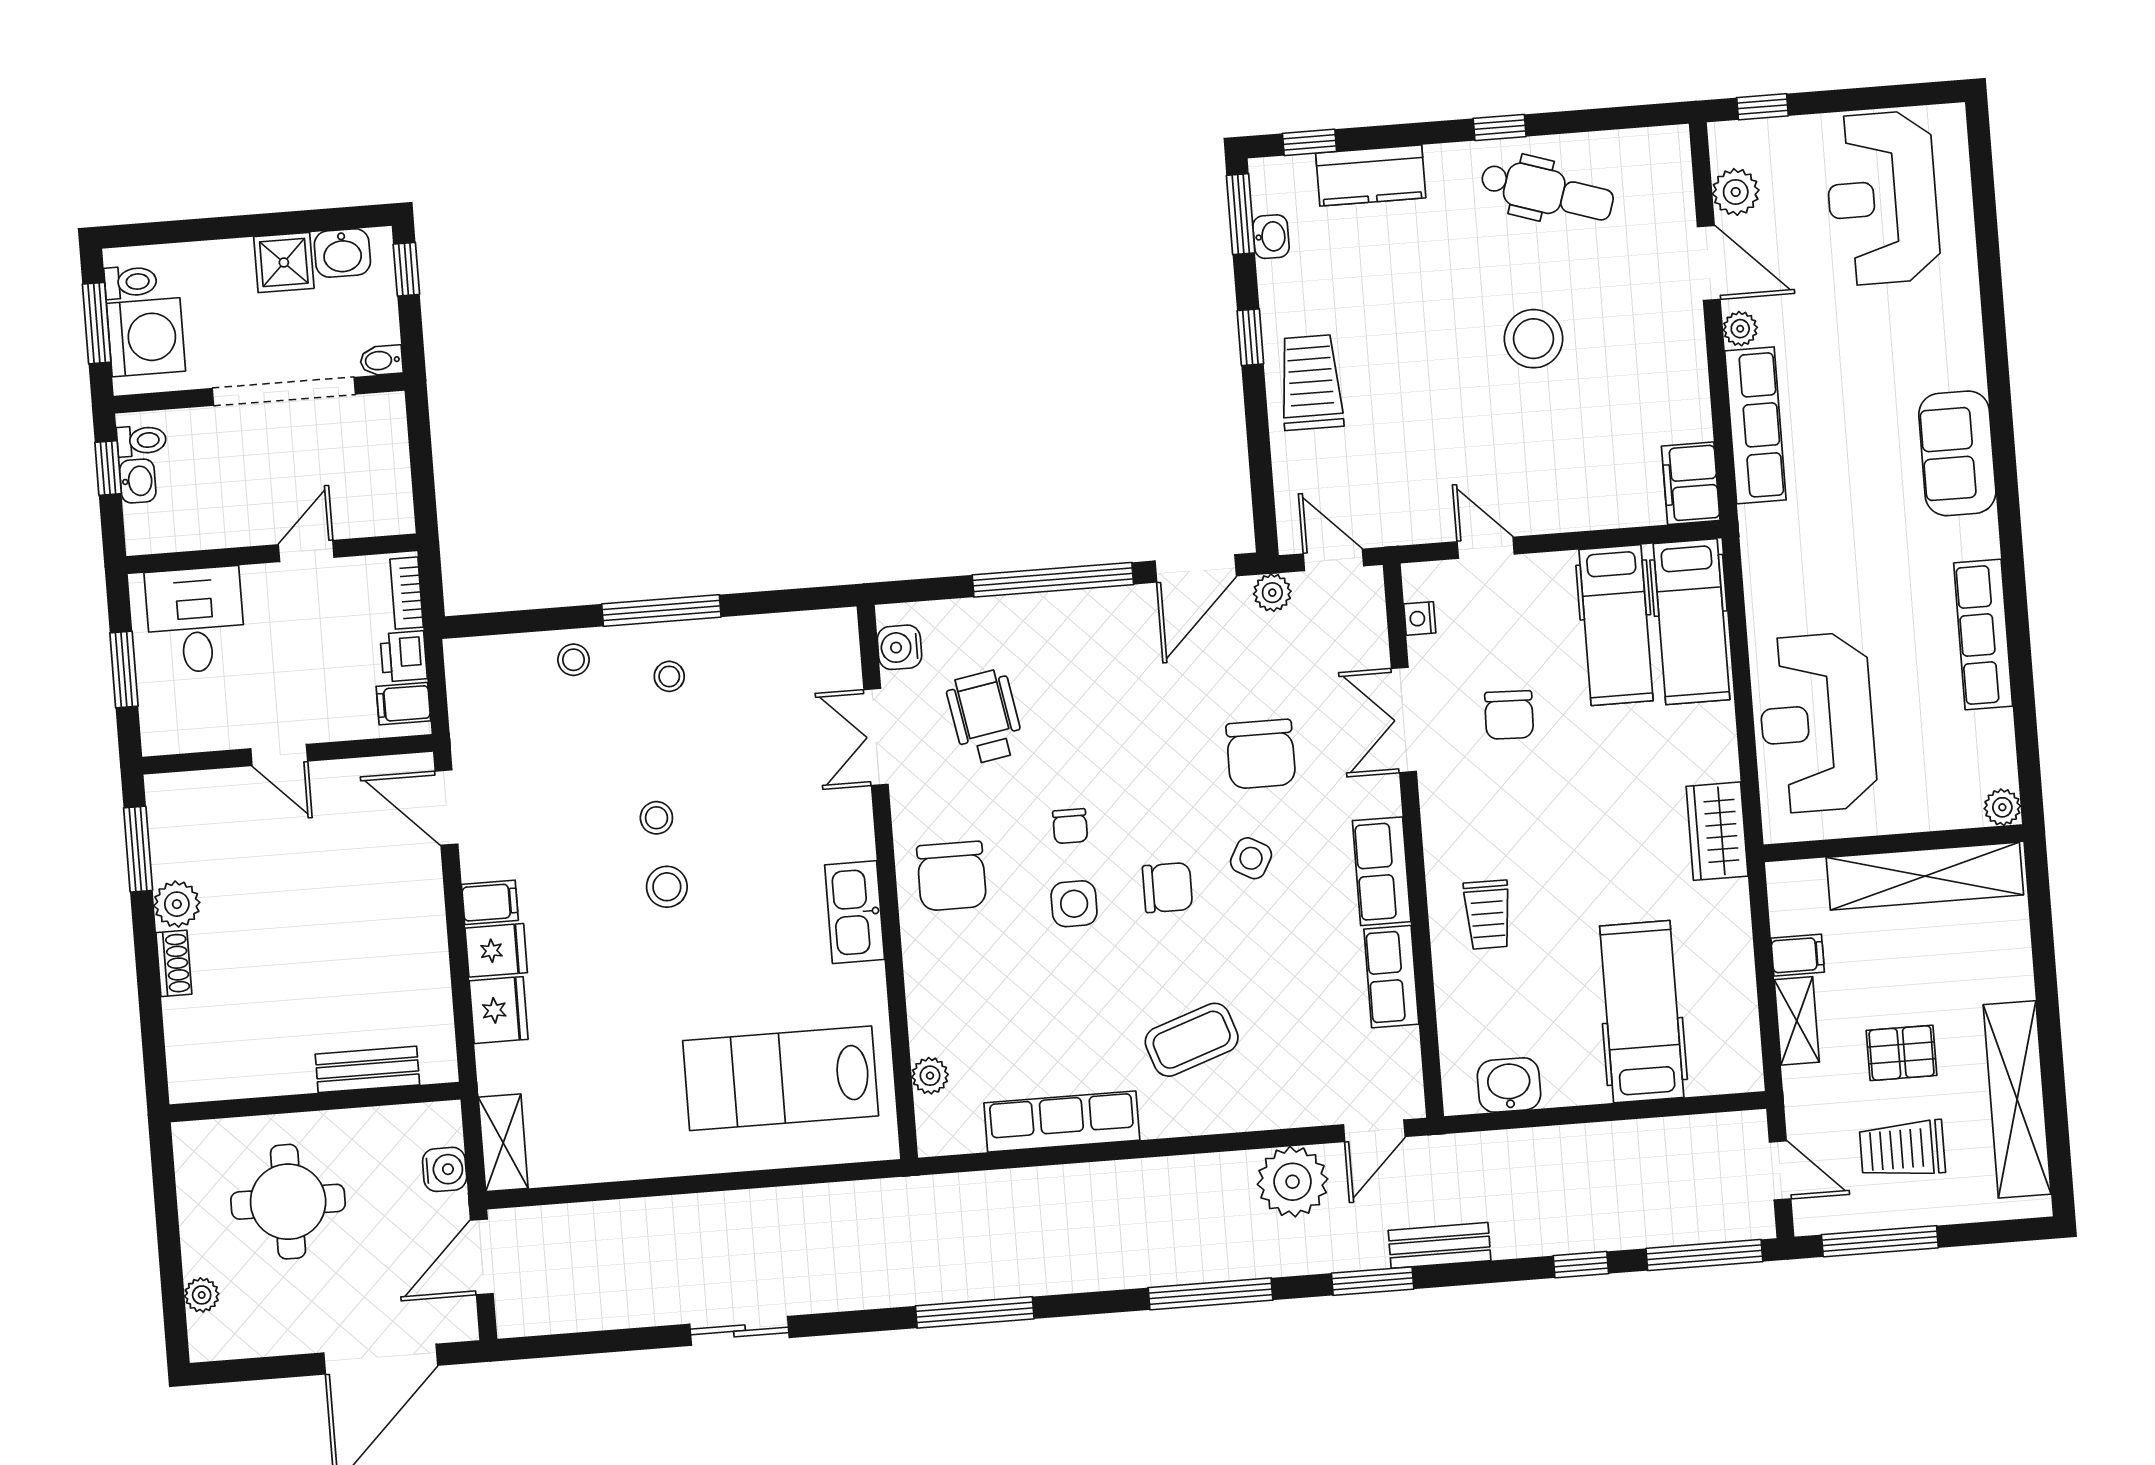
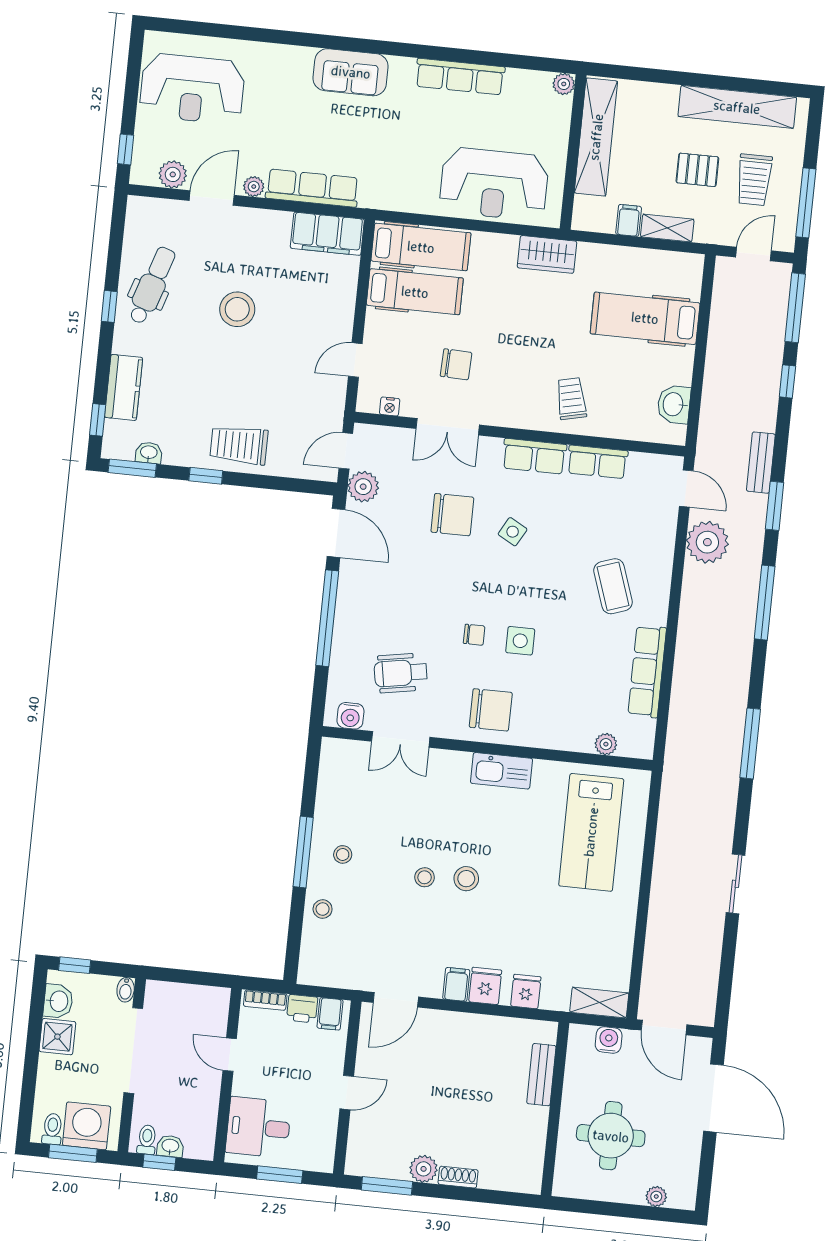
filing cabinet: (1691, 483) -> (327, 234), width x1.50, depth x1.17
plant: (1272, 593) -> (363, 487), width x1.38, depth x1.38
chair: (1167, 888) -> (521, 584), removed
trolley: (1488, 915) -> (571, 399), turned -103
fridge: (499, 1010) -> (526, 992), width x0.72
pallet: (1902, 1053) -> (697, 170), turned 90

